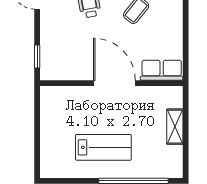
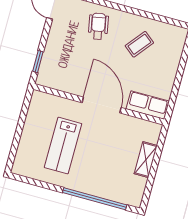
lab bench: (103, 147) -> (63, 146), moved, turned 90

